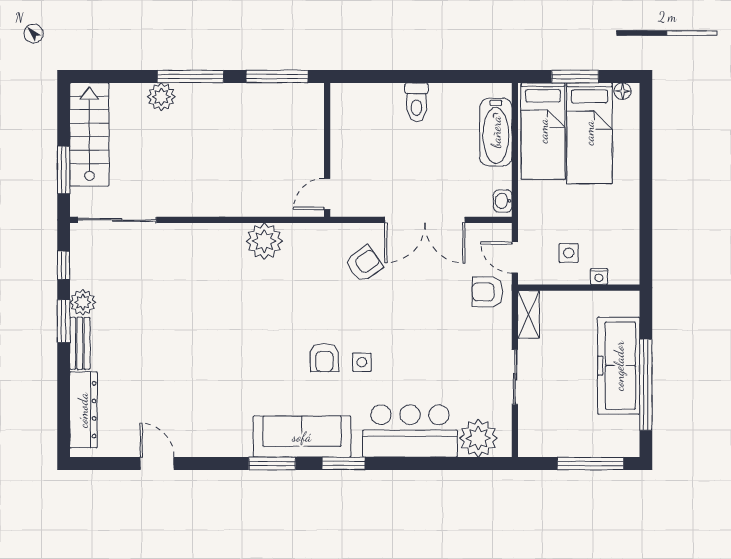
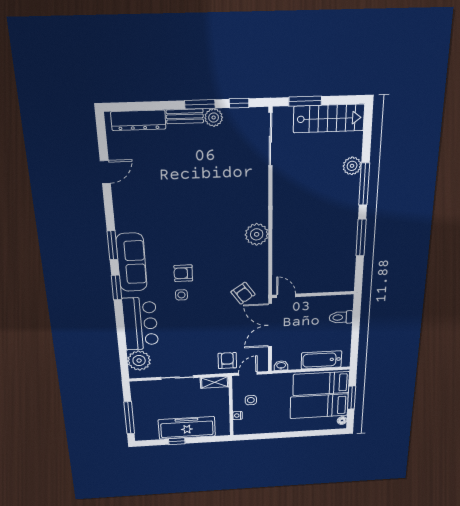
wall: (327, 150) -> (313, 295), moved
door: (327, 194) -> (286, 296), moved
window: (646, 385) -> (177, 441), width x0.32

